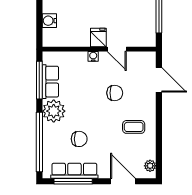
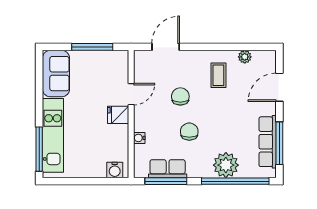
water cooler: (49, 21) -> (115, 170), moved
water cooler: (93, 56) -> (139, 138), moved
plant: (54, 111) -> (226, 165), moved
chair: (79, 139) -> (189, 132), moved
plant: (150, 166) -> (245, 57), moved

